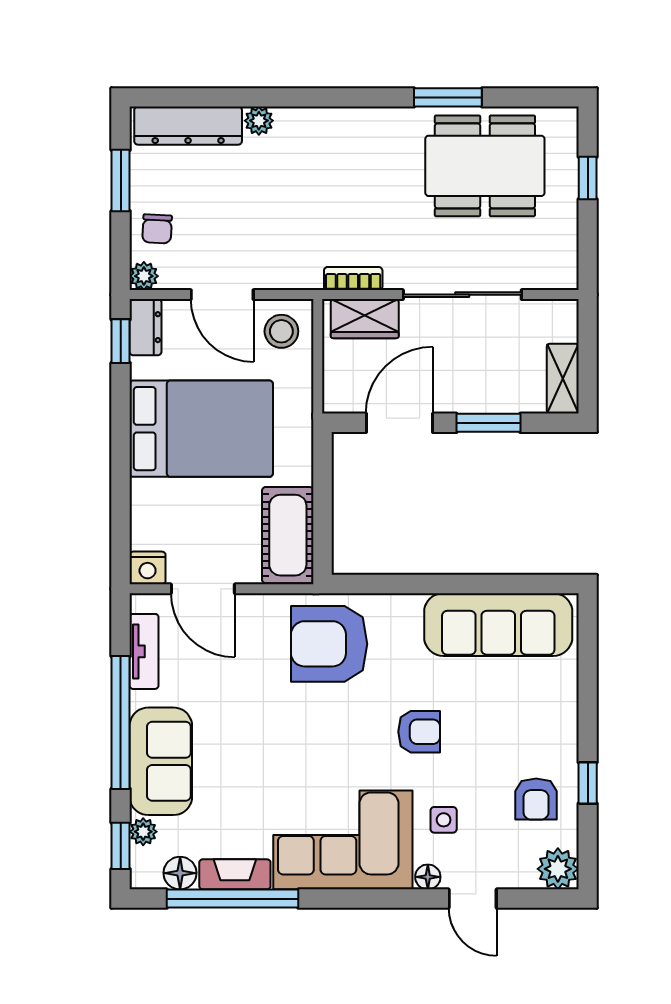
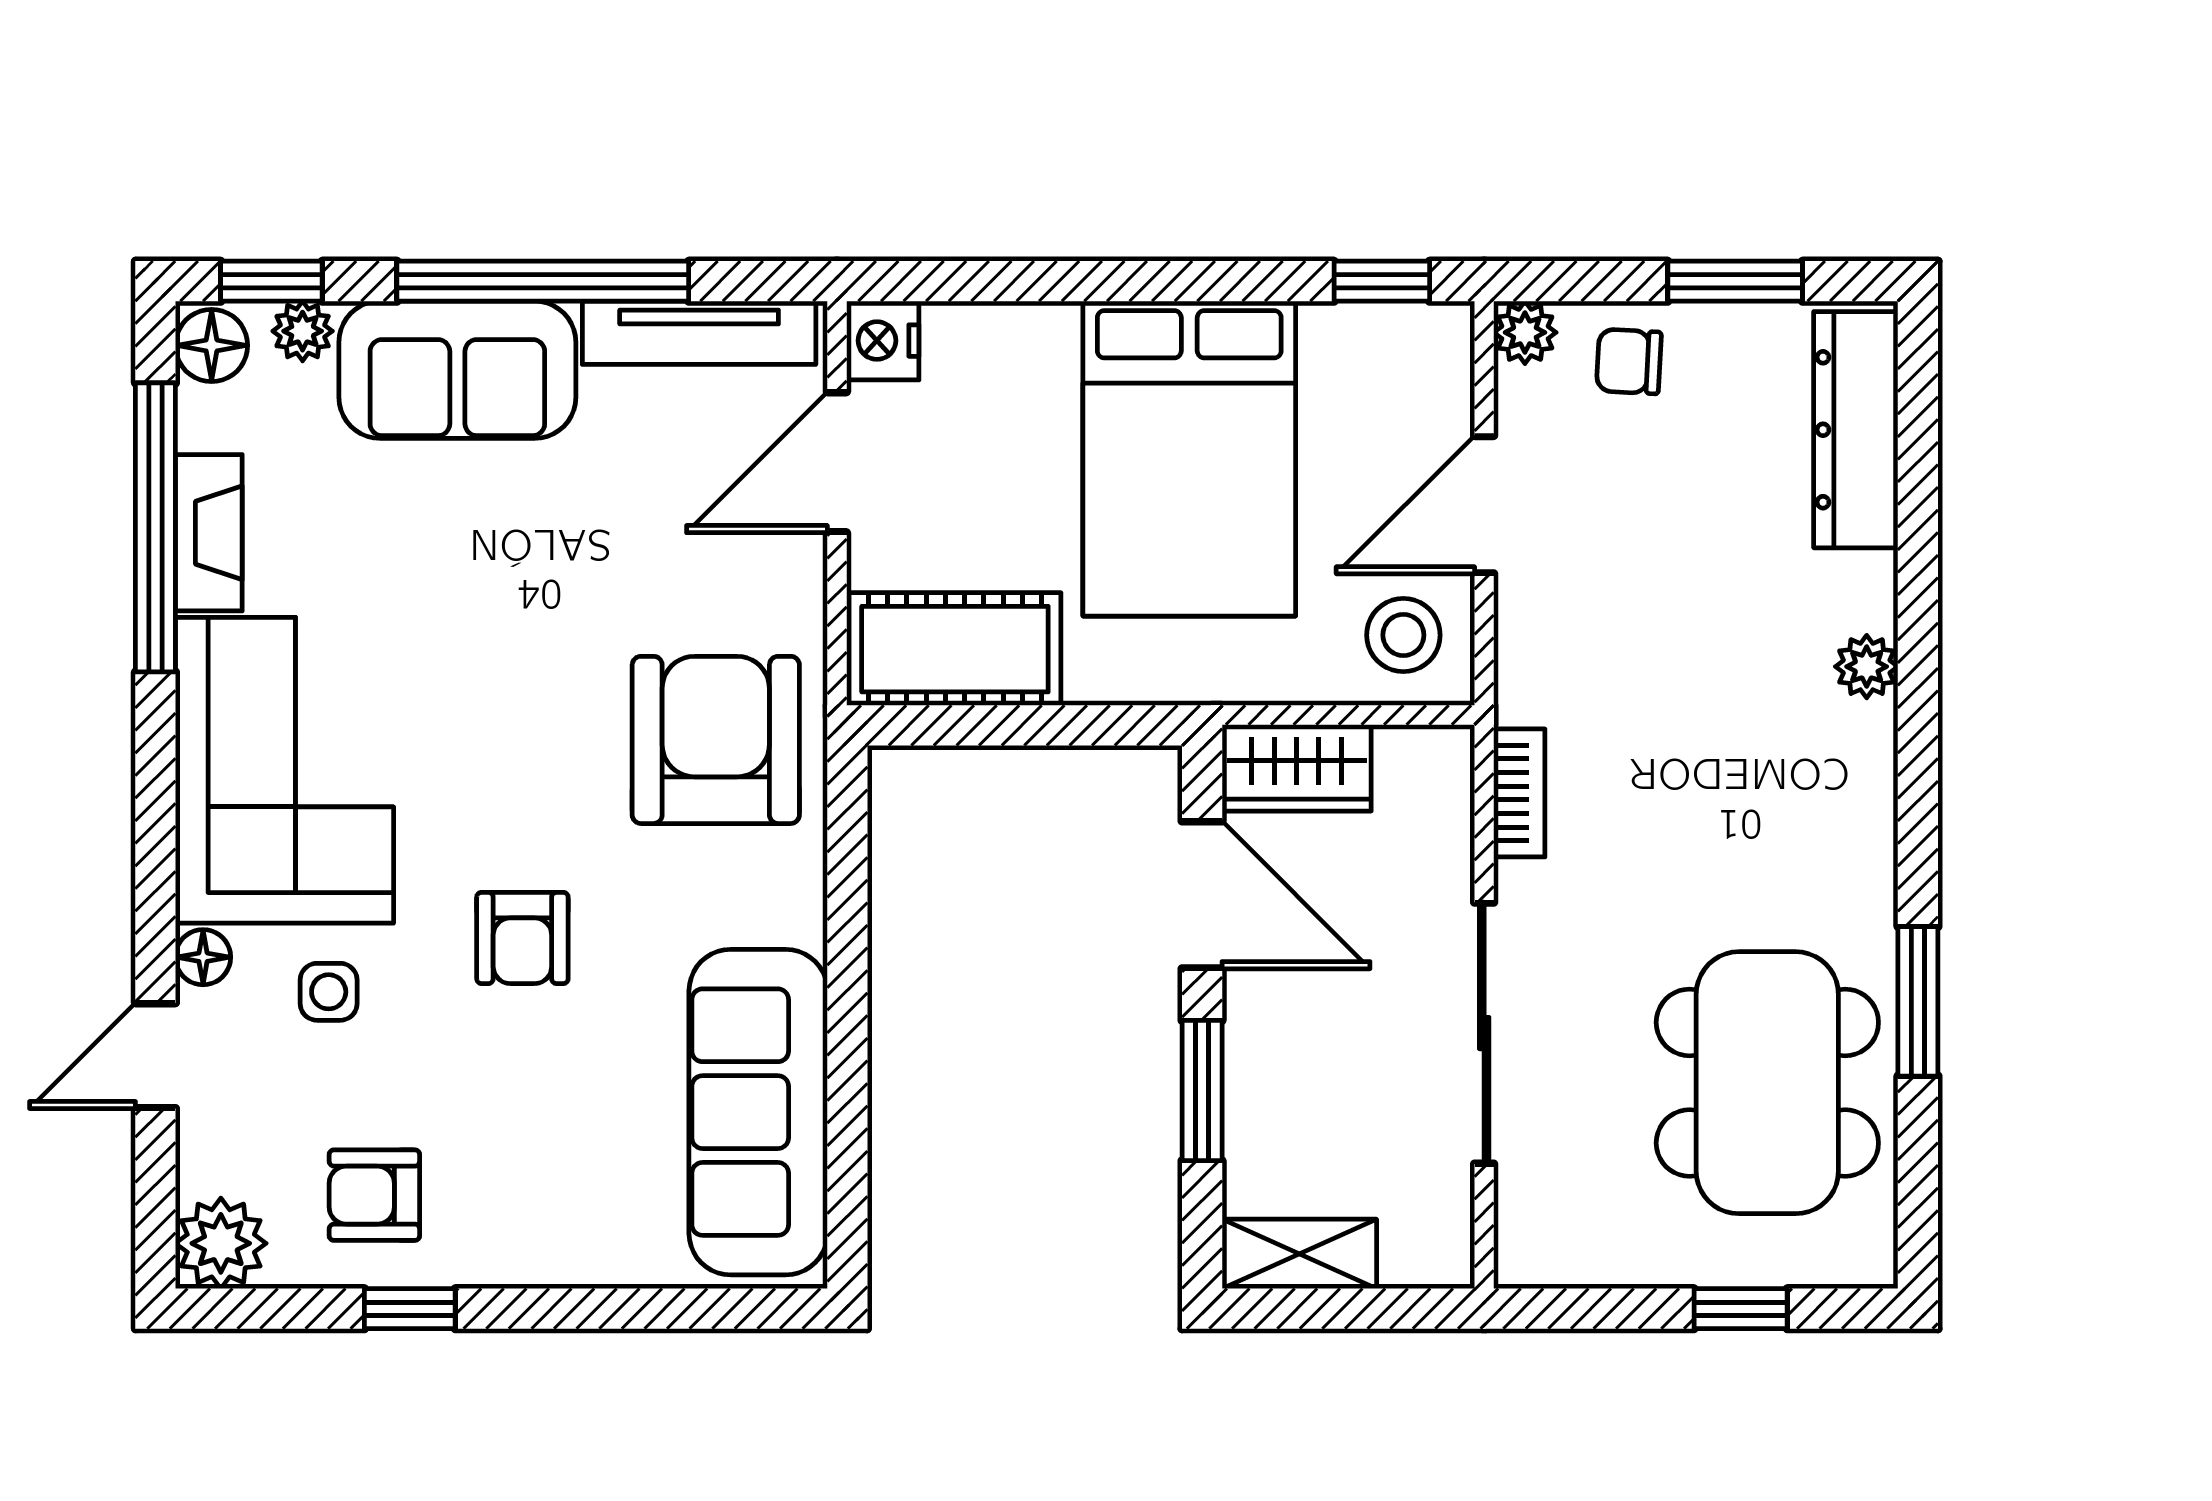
plant: (259, 121) -> (1867, 667), moved
wardrobe: (365, 319) -> (1297, 768), moved, turned -90
dresser: (146, 327) -> (1413, 336), removed
tv unit: (144, 651) -> (699, 333), width x1.41
floor lamp: (180, 873) -> (212, 345), moved

